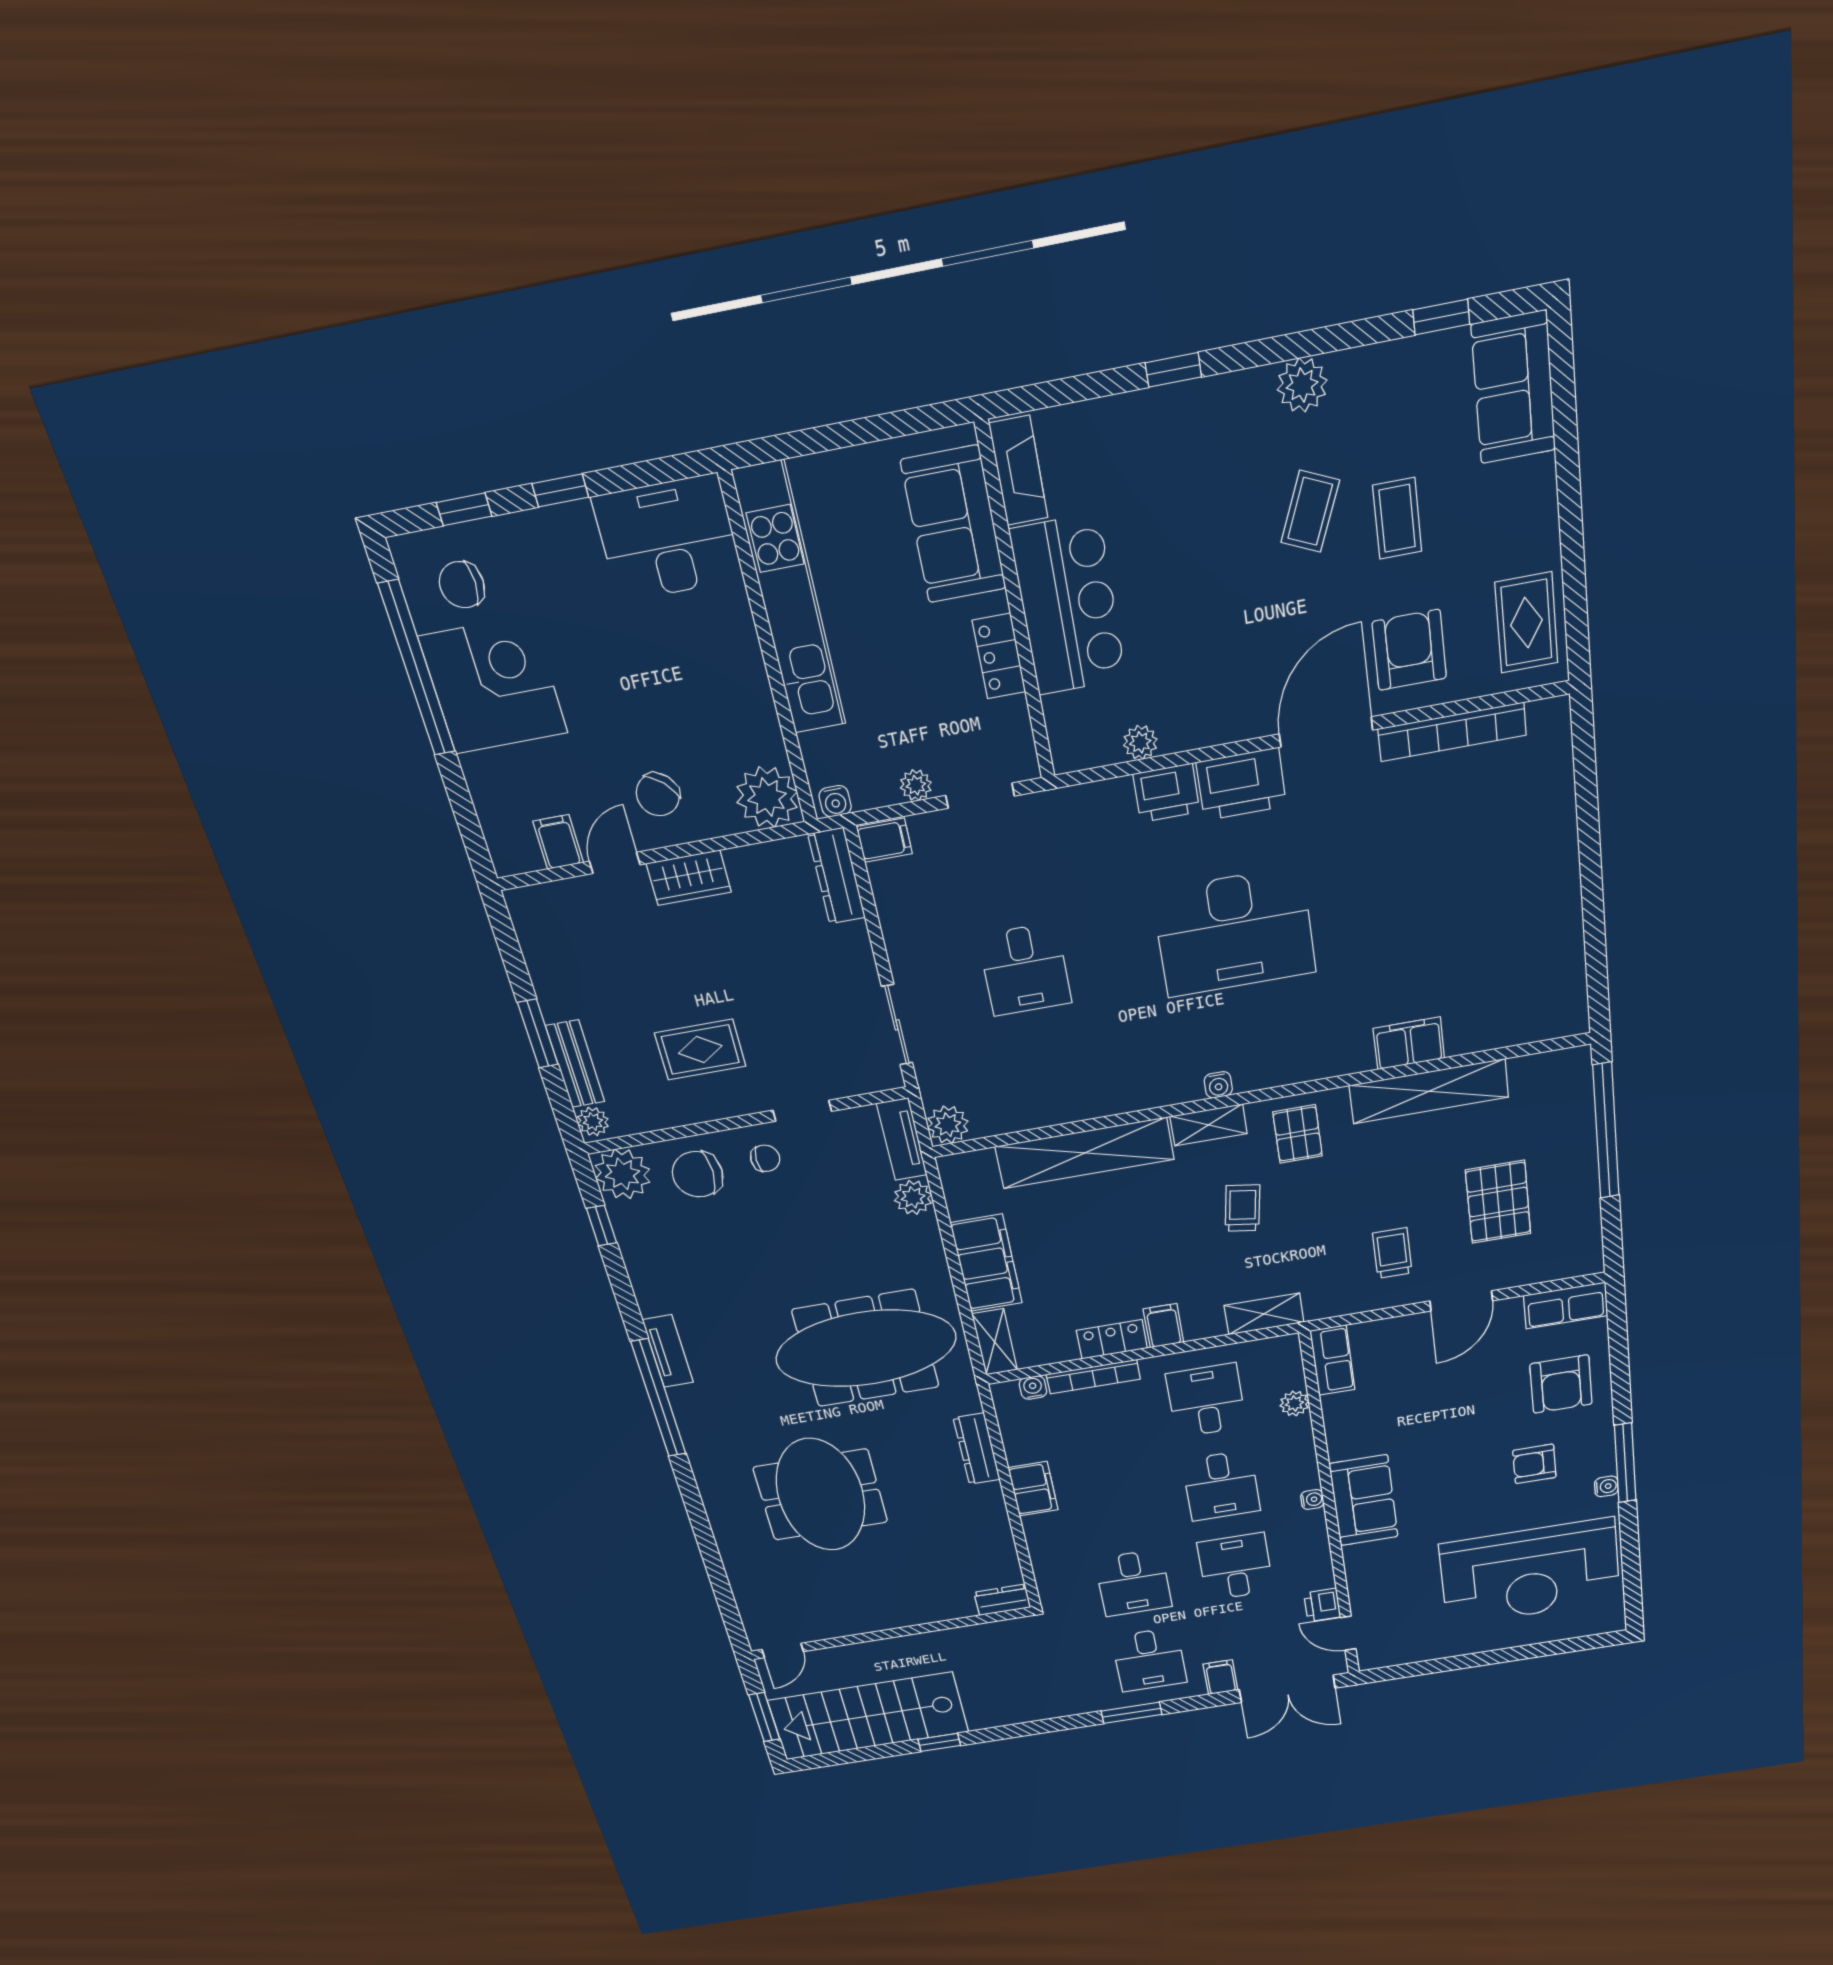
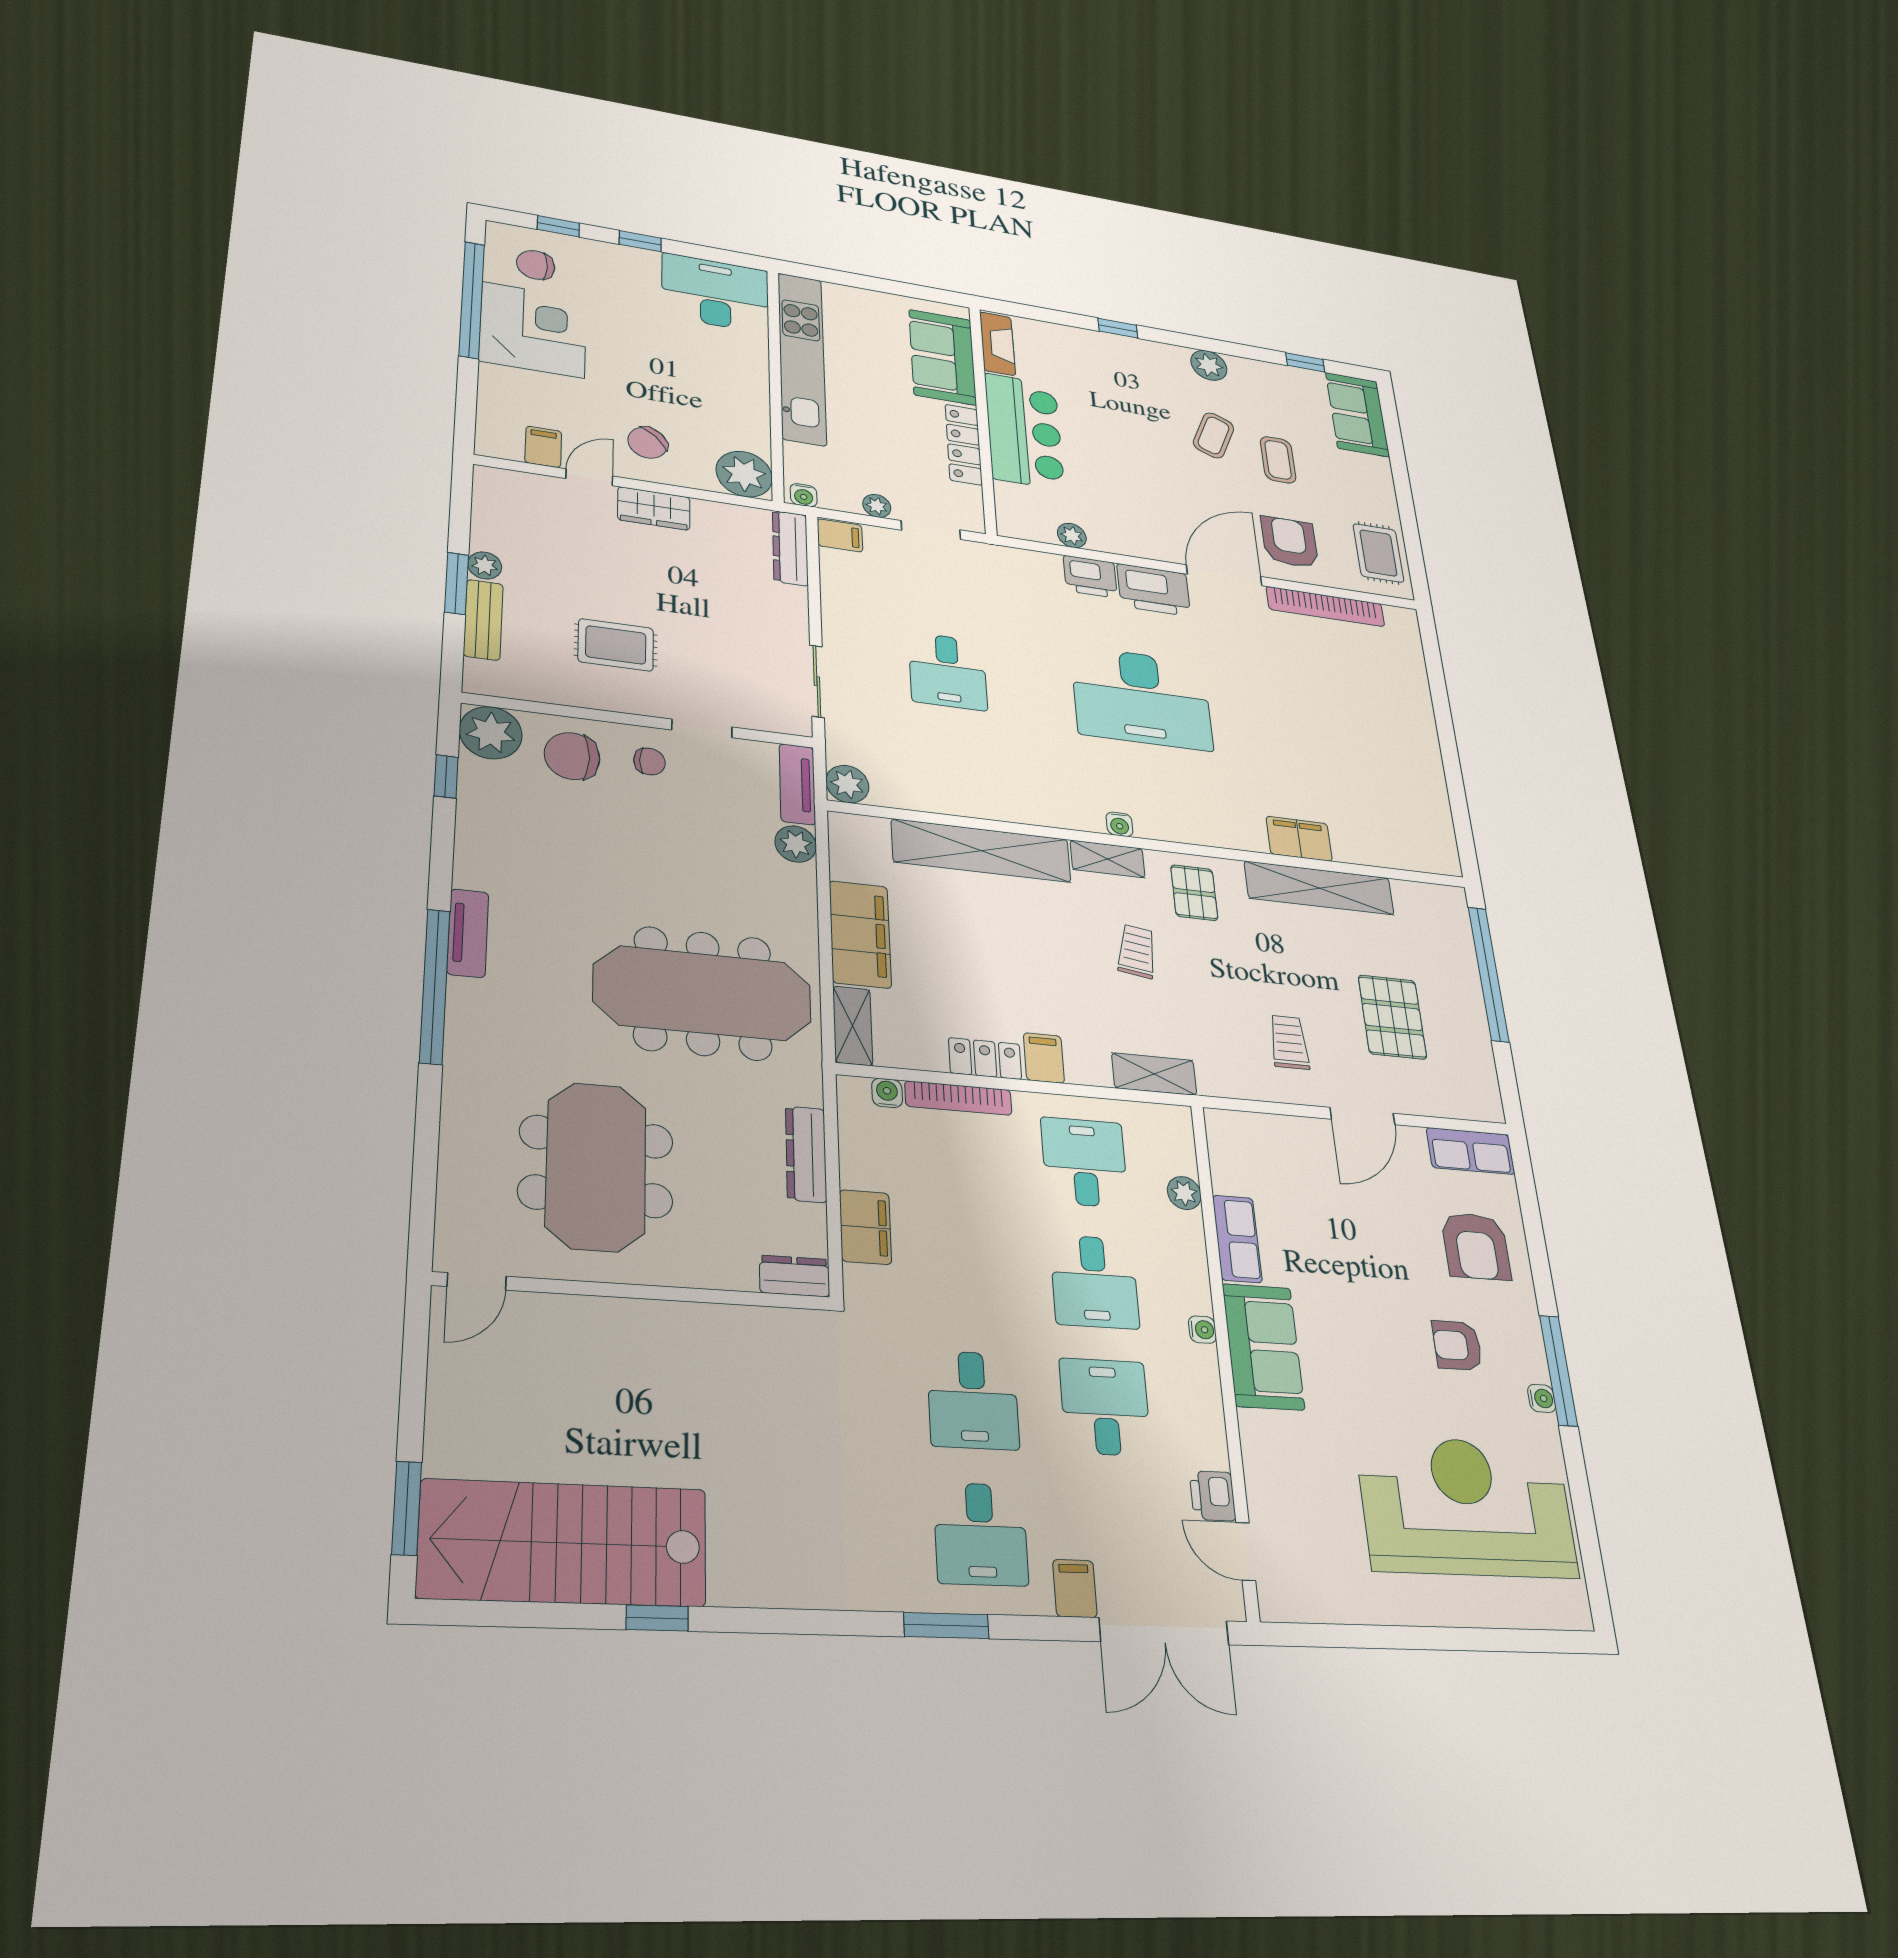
locker: (999, 656) -> (964, 445), width x1.53
plant: (593, 1122) -> (485, 565), moved
row of seats: (1332, 1360) -> (1237, 1239), moved
reception desk: (1530, 1572) -> (1467, 1507), turned 180
dresser: (1002, 1600) -> (795, 1276), moved
wall: (891, 1633) -> (635, 1291), moved
door: (783, 1651) -> (477, 1281), moved

